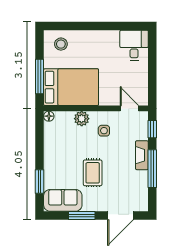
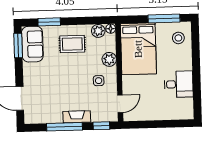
desk: (134, 45) -> (179, 84), moved
window: (40, 77) -> (164, 18), moved
plant: (51, 129) -> (98, 31), added
rug: (93, 173) -> (72, 44), moved
window: (82, 216) -> (18, 46), moved

